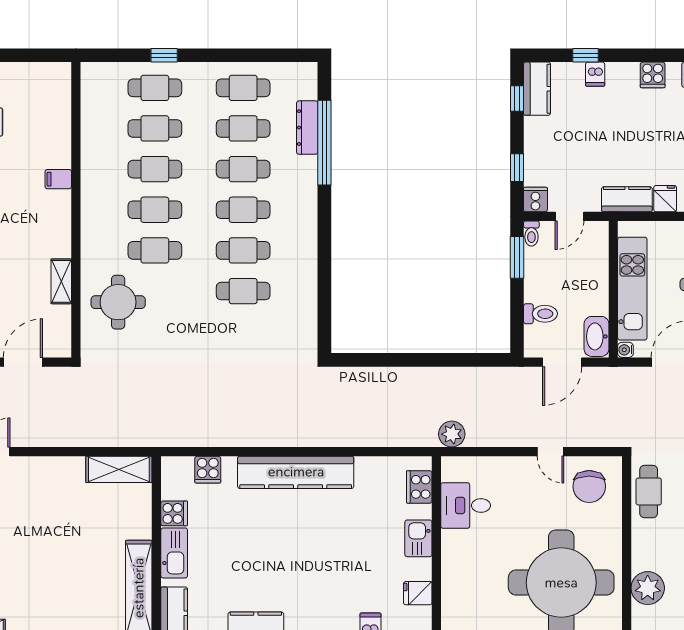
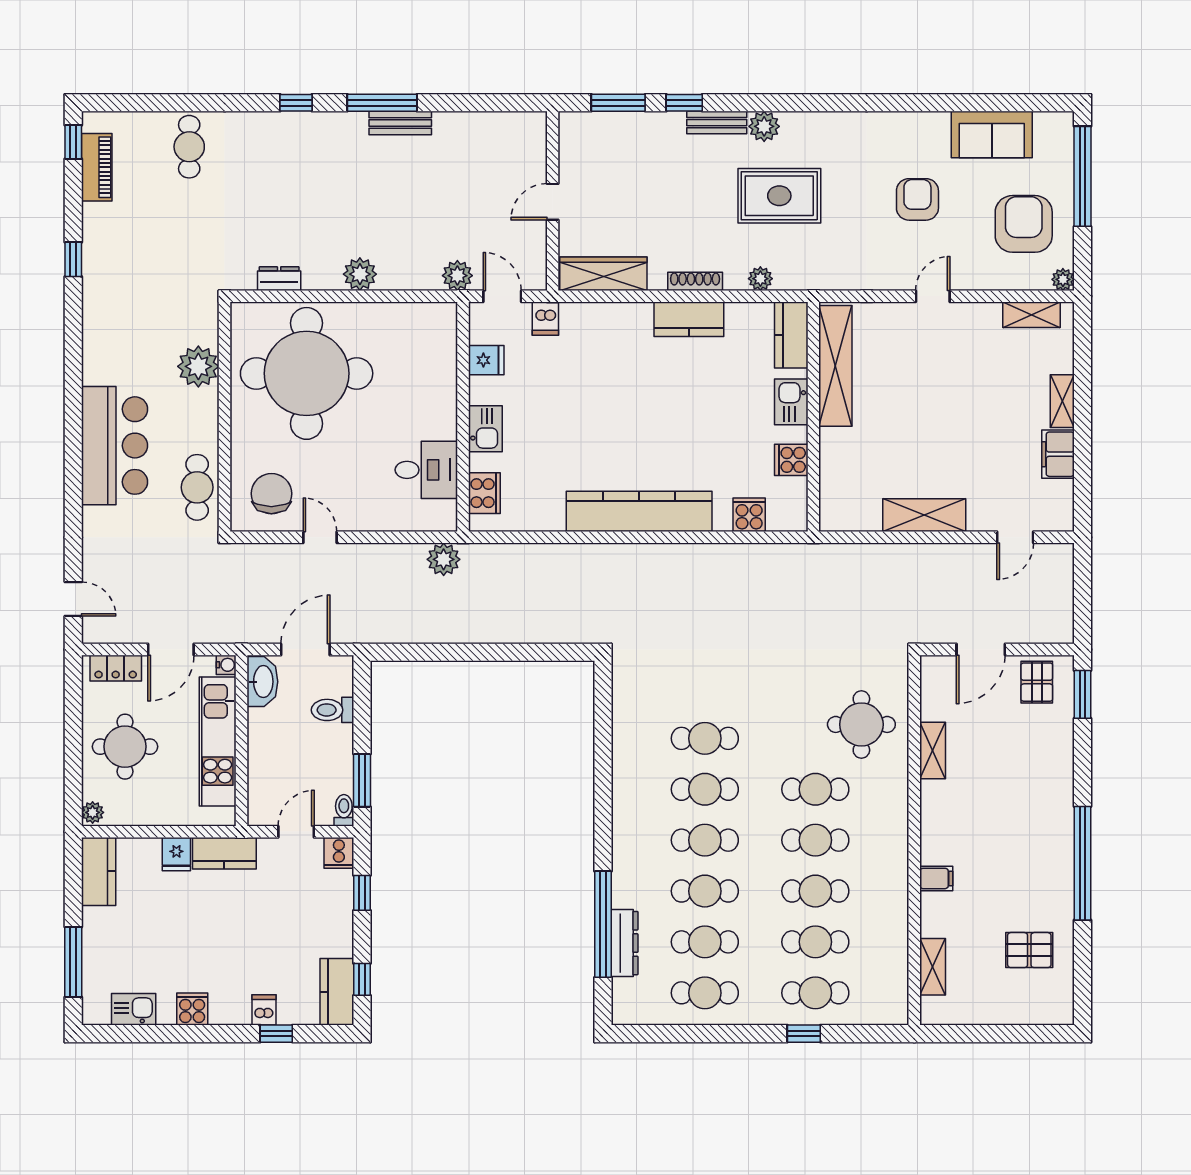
shelving: (61, 109) -> (933, 967), added
shelving: (119, 469) -> (924, 515), moved
kitchen sink: (174, 553) -> (791, 402), width x0.73

